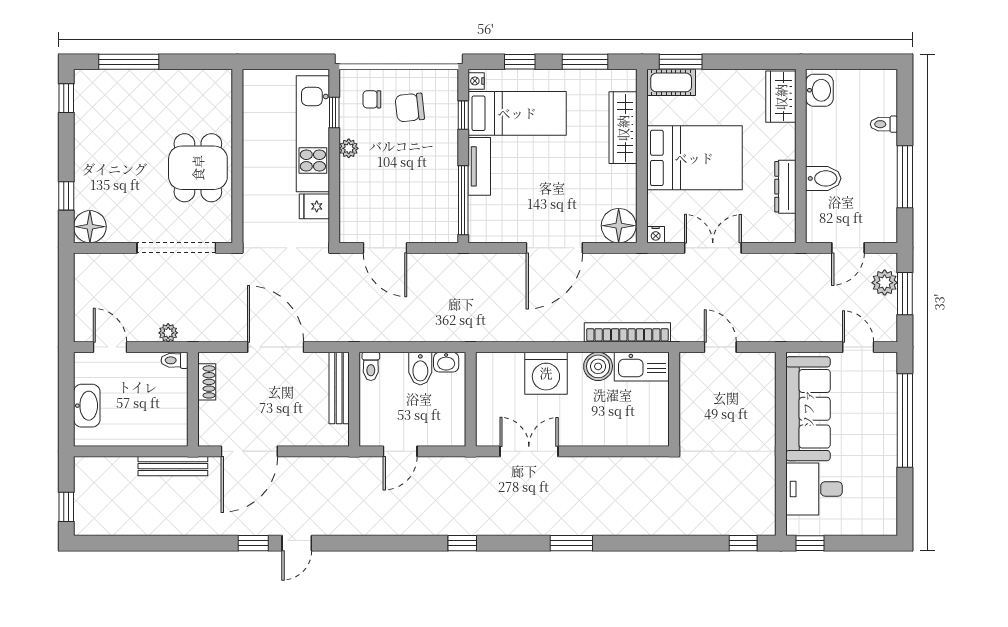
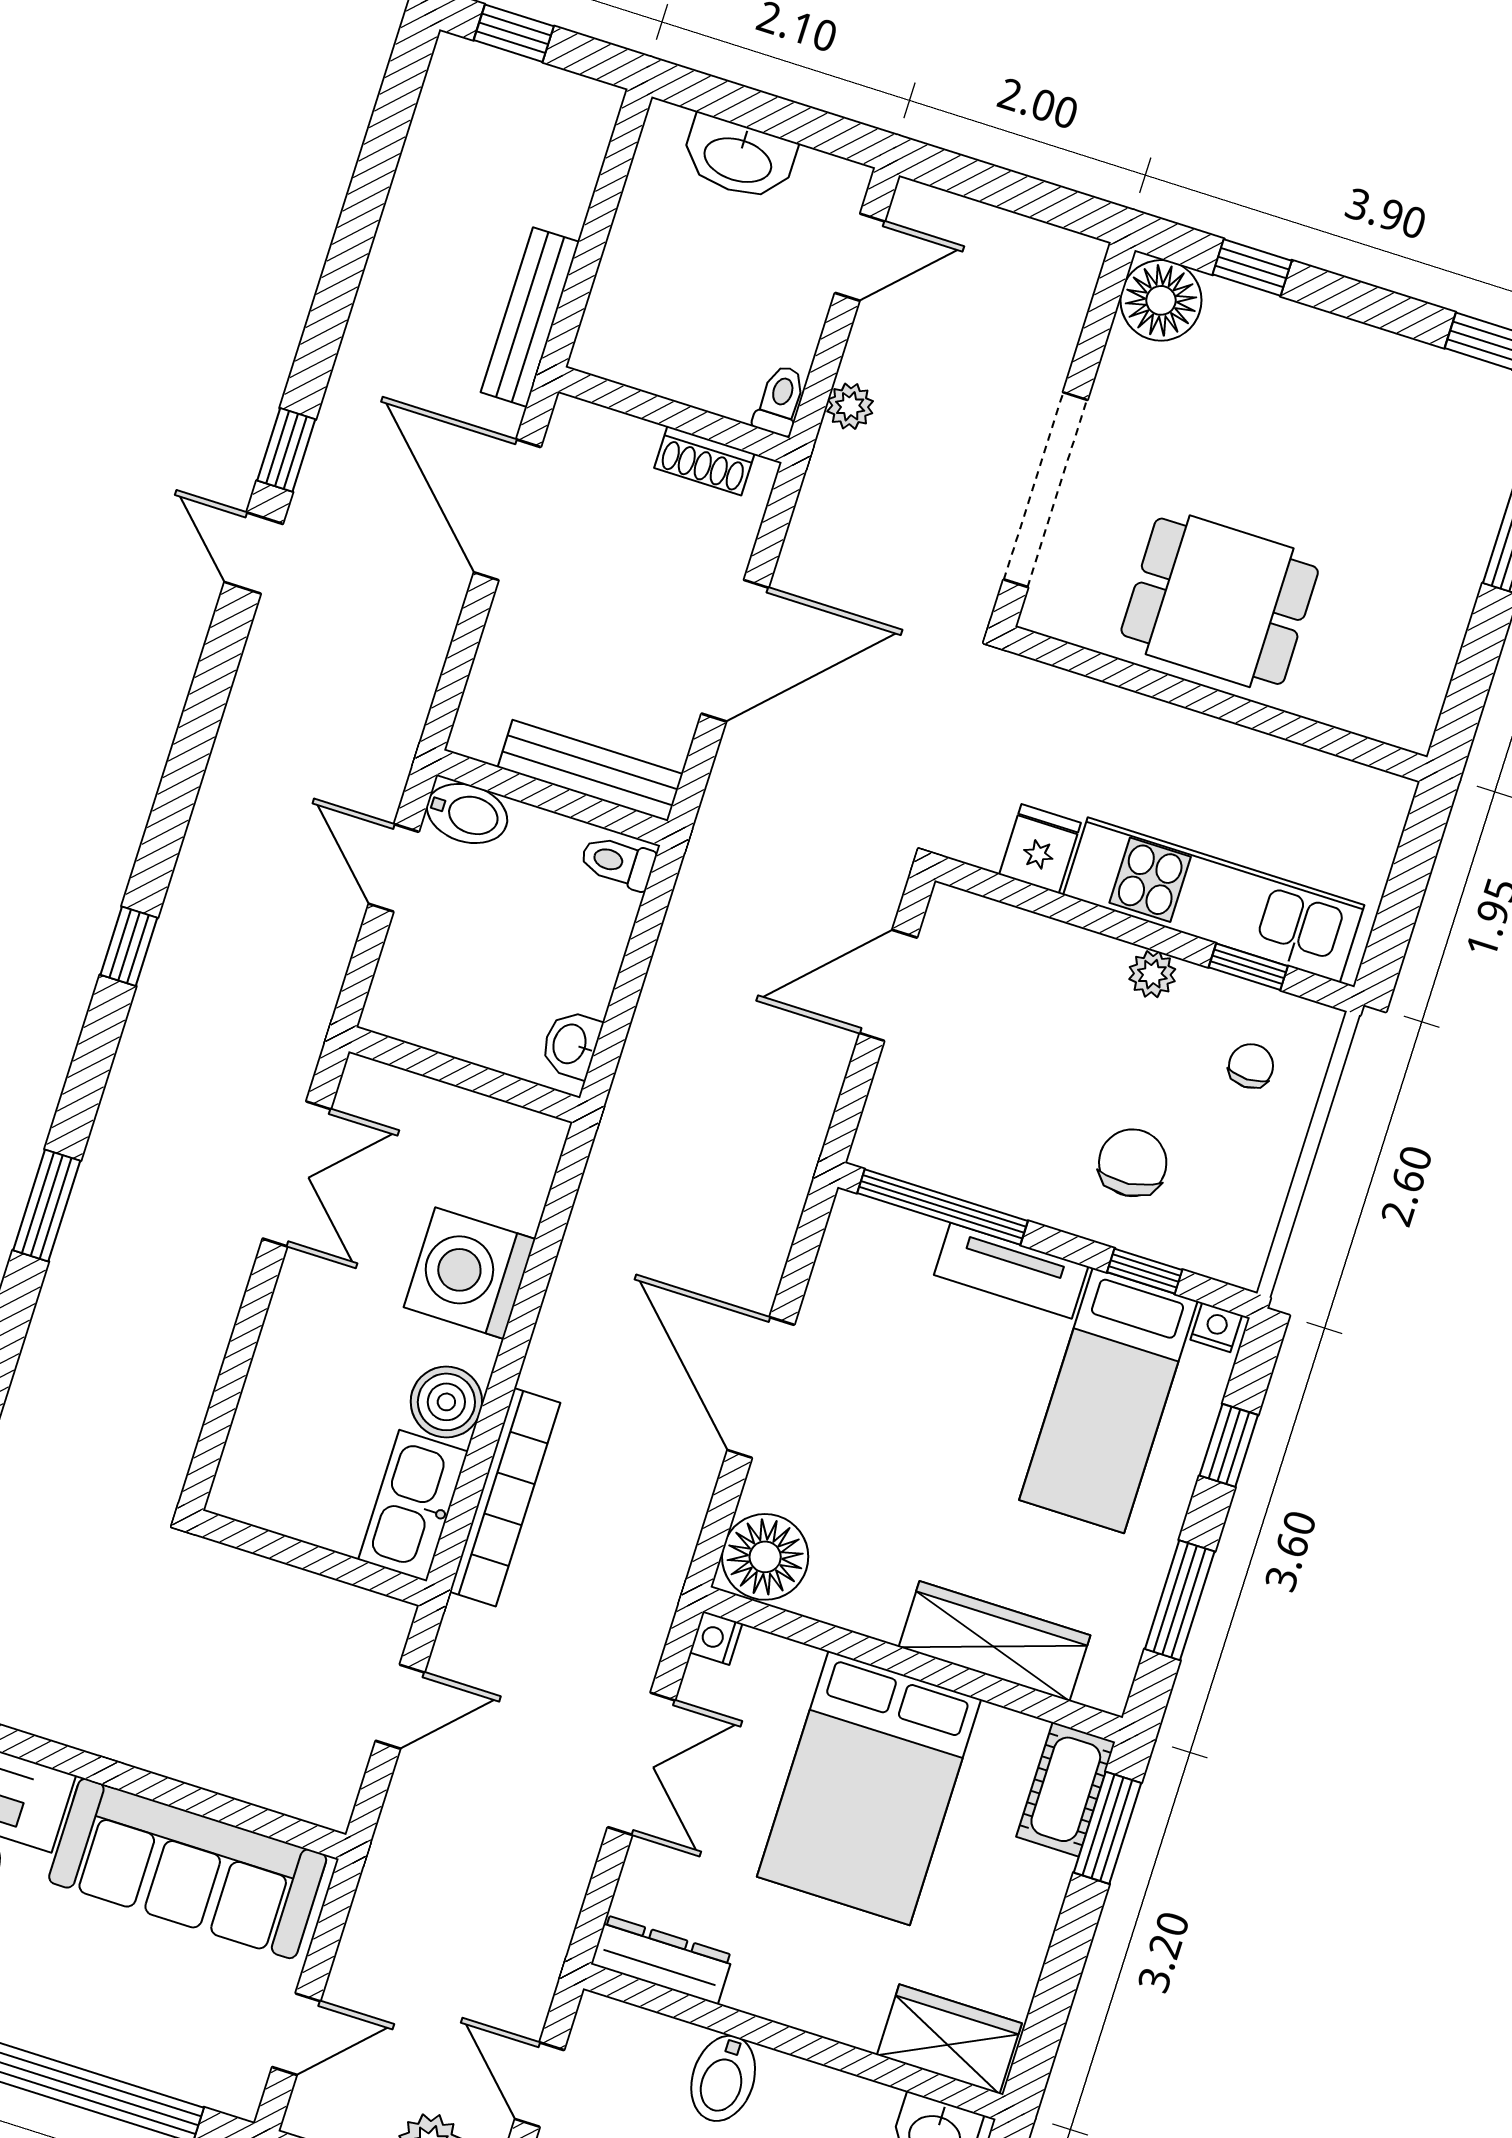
chair: (410, 107) -> (1133, 1163), moved
dresser: (785, 187) -> (662, 1960), moved
bidet: (420, 369) -> (467, 813), moved, turned 180

